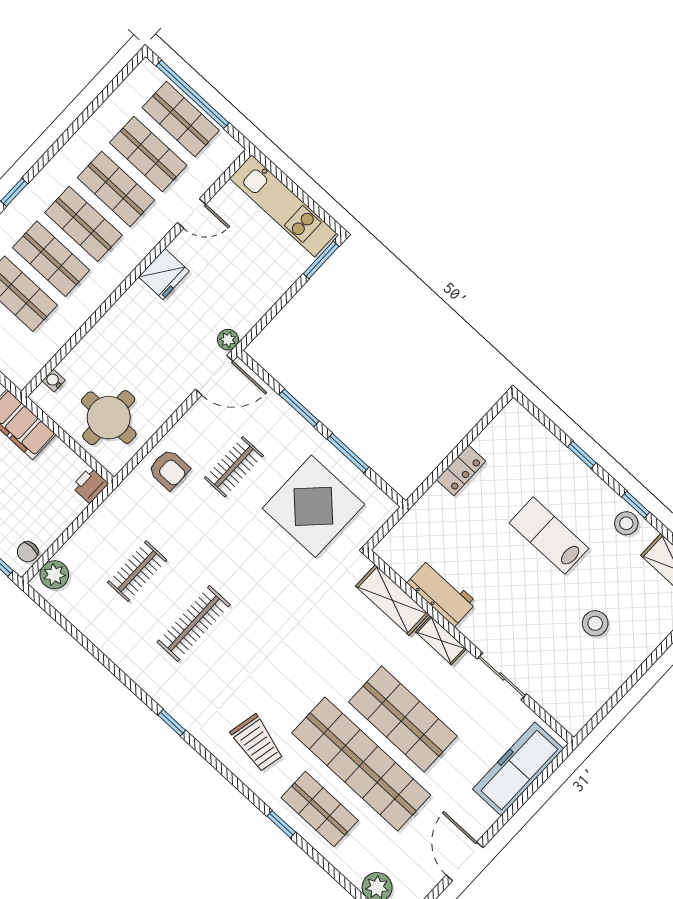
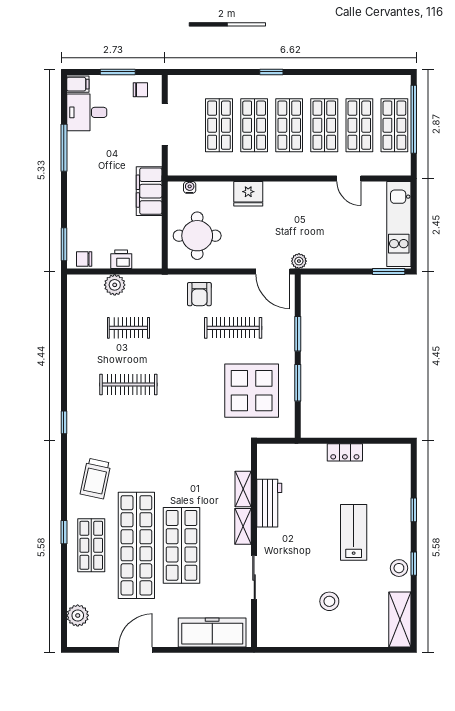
fridge: (164, 274) -> (248, 194), moved
clothes rail: (234, 467) -> (233, 328), width x1.36
printer: (90, 485) -> (121, 259), moved
plant: (54, 575) -> (115, 285), moved
shelving: (392, 600) -> (243, 489), width x0.67, depth x0.75

